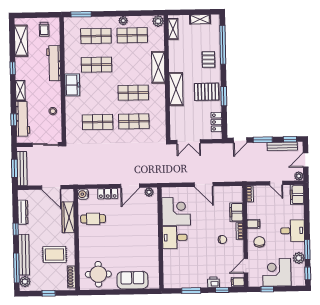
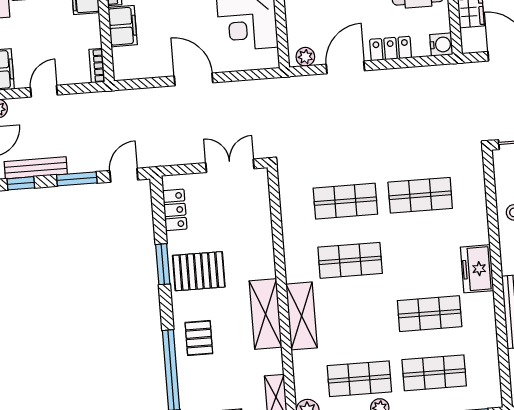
shelving: (176, 89) -> (266, 314), moved
door: (276, 183) -> (44, 91), hinge flipped

